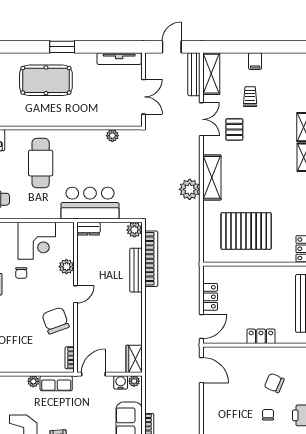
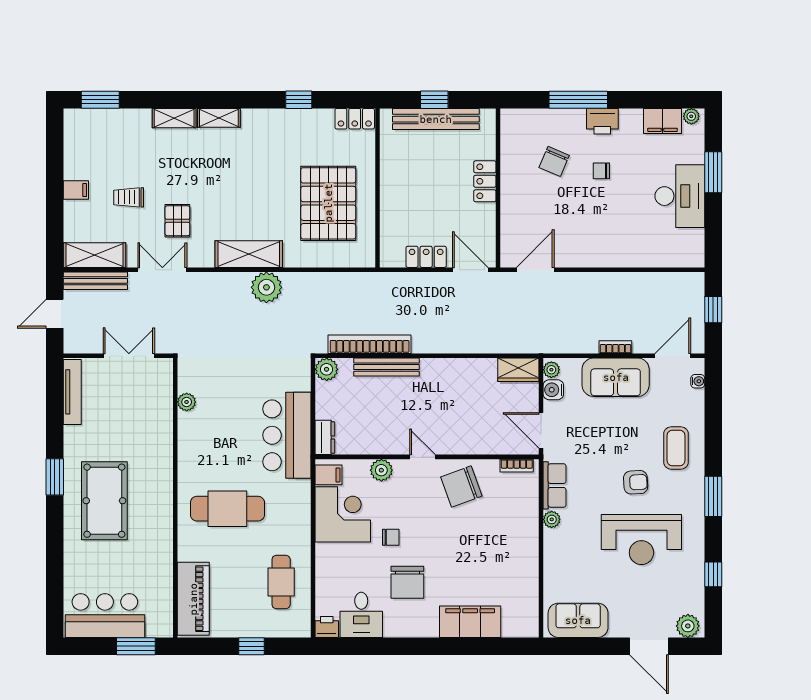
door: (172, 47) -> (55, 314), hinge flipped
pallet: (234, 129) -> (177, 221), turned 90
filing cabinet: (63, 231) -> (329, 475), added

